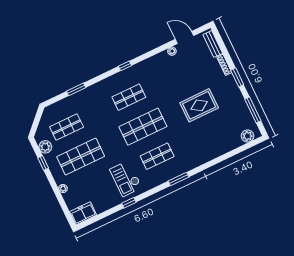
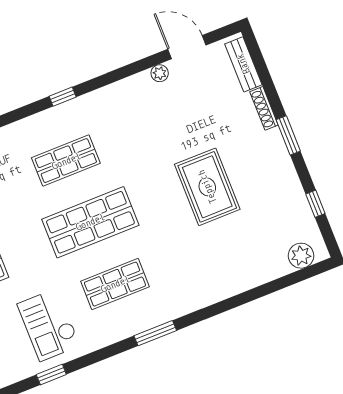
rug: (199, 105) -> (207, 187), turned 90
window: (253, 110) -> (315, 204), width x0.46

